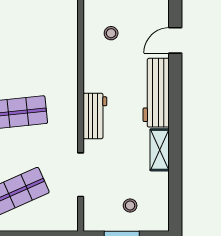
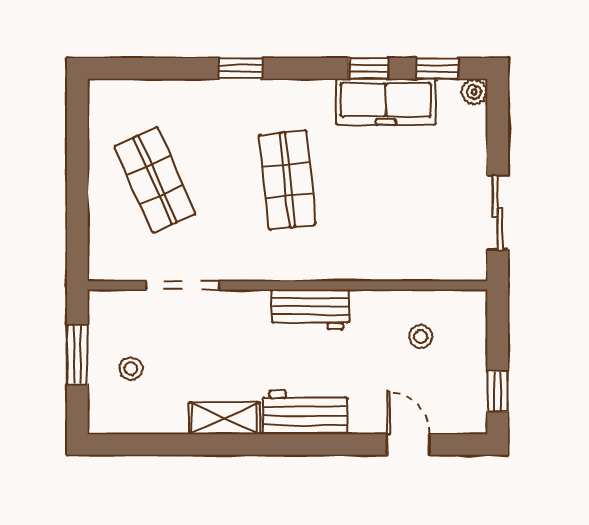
workbench: (156, 93) -> (305, 412), width x0.73
workbench: (95, 116) -> (310, 309), moved

